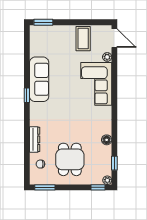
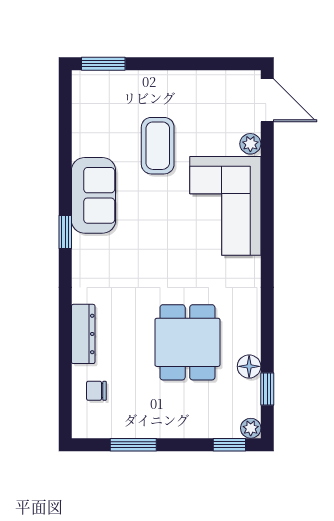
coffee table: (83, 39) -> (158, 146), moved
sofa: (39, 79) -> (94, 195), width x0.73
floor lamp: (107, 140) -> (249, 366), moved
dining table: (70, 159) -> (187, 342), moved
window: (45, 187) -> (133, 445), moved

